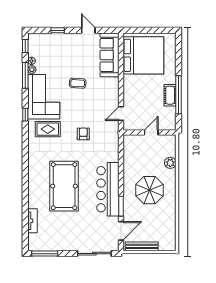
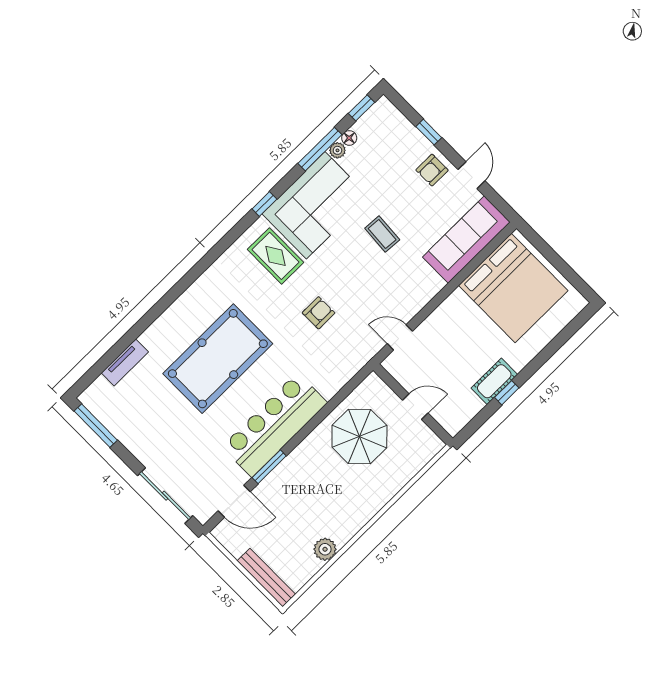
armchair: (72, 43) -> (432, 170), added
window: (179, 95) -> (507, 393), width x0.32
plant: (170, 163) -> (325, 549), moved
parasol: (150, 190) -> (359, 436), moved
bench: (142, 246) -> (266, 578), moved

